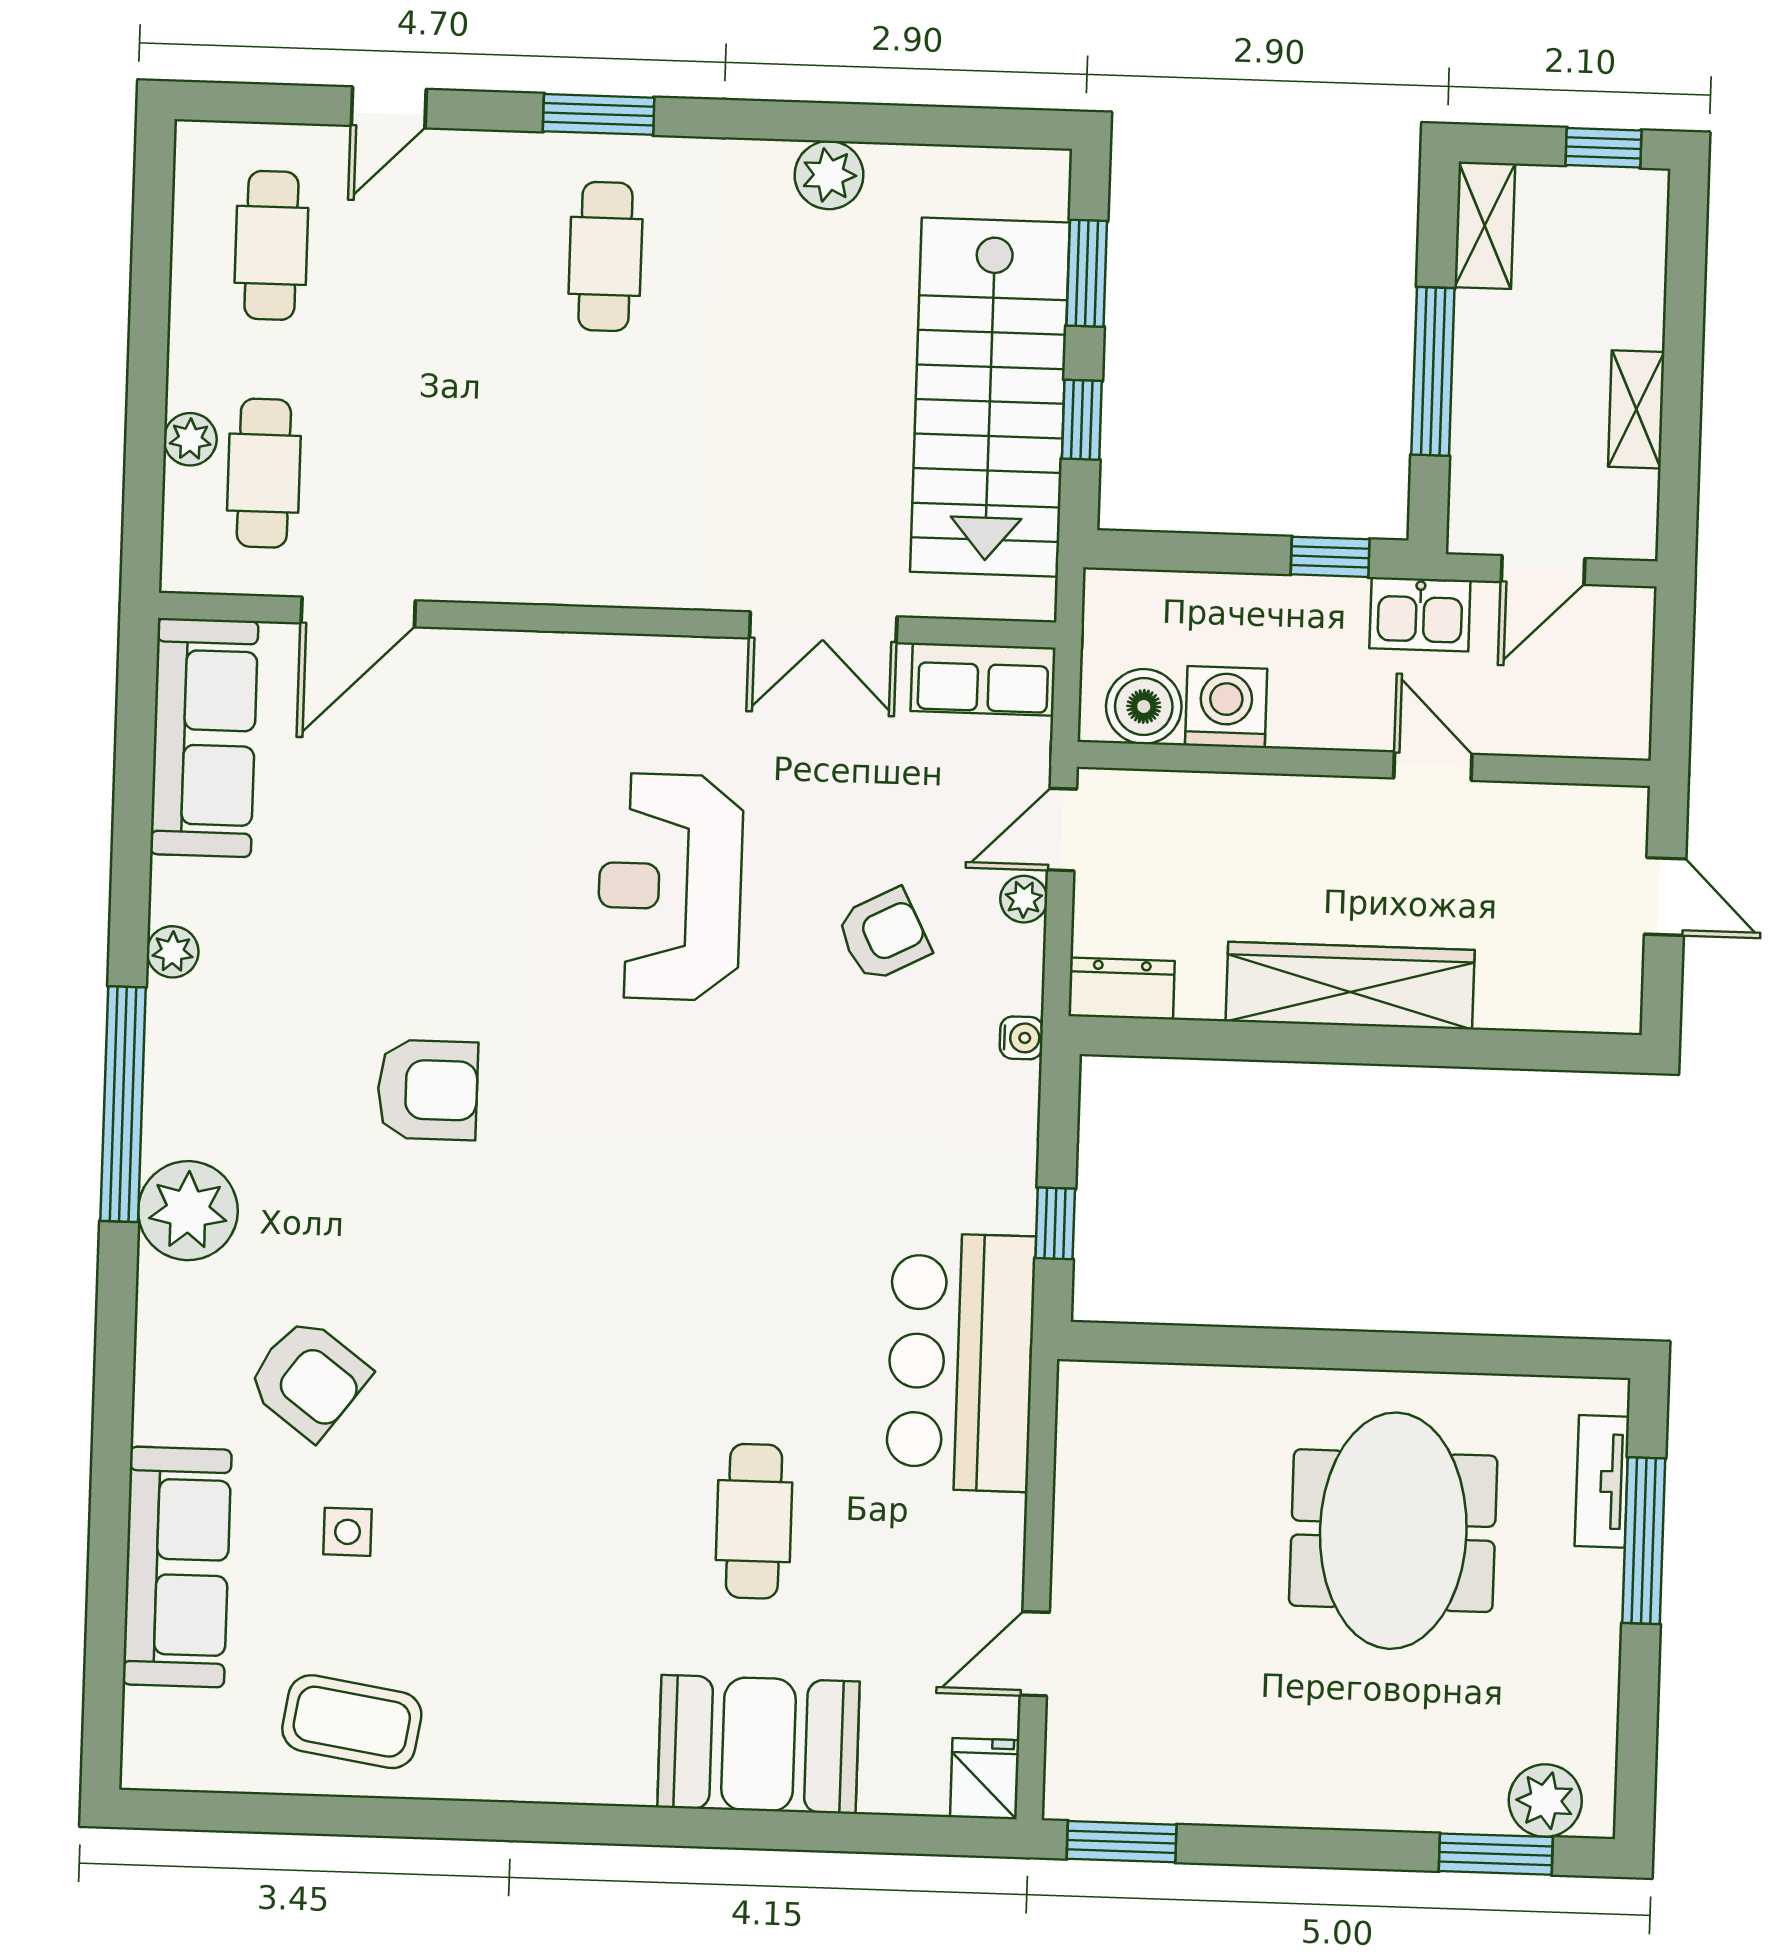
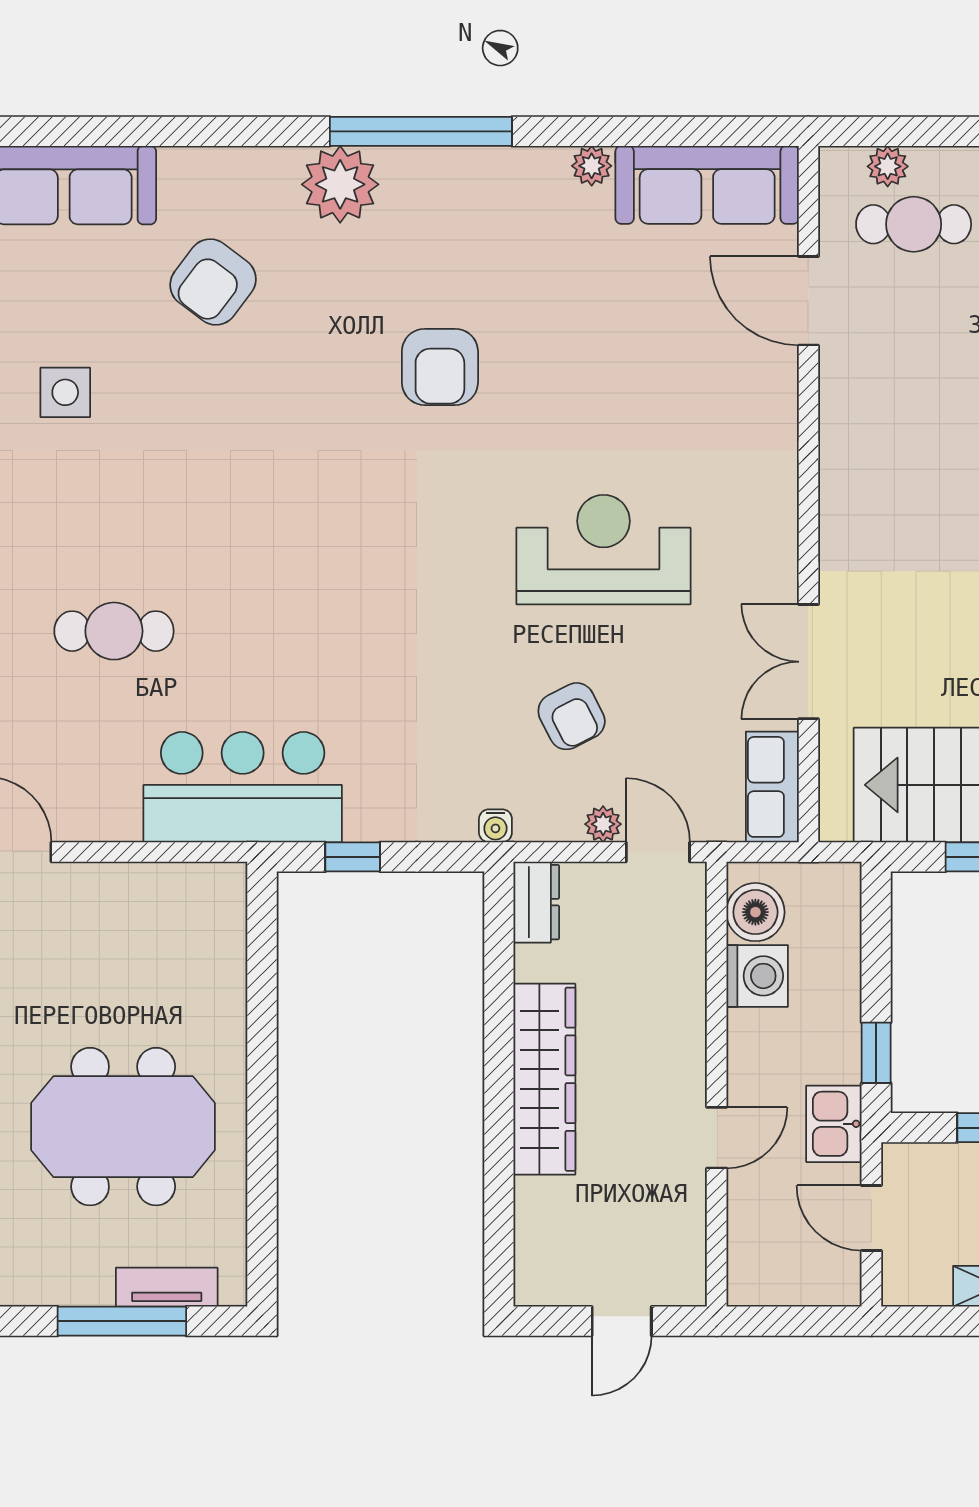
plant: (190, 439) -> (888, 166), moved
plant: (173, 952) -> (592, 166), moved
side table: (348, 1532) -> (65, 392), moved, width x1.37, depth x1.37

